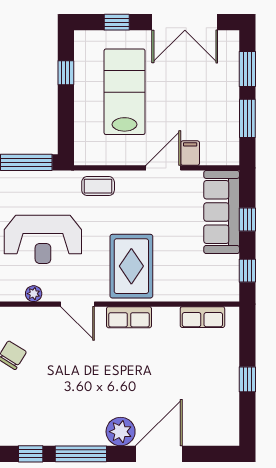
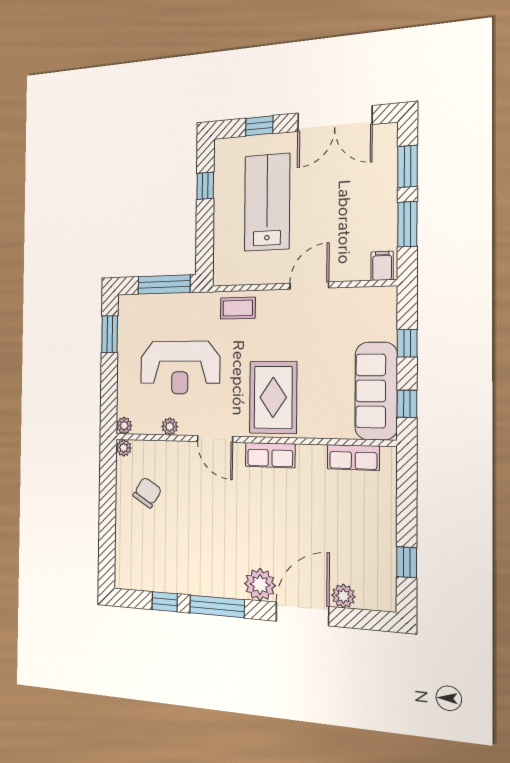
filing cabinet: (190, 153) -> (382, 266), moved
sofa: (222, 212) -> (376, 391), moved
window: (247, 379) -> (407, 562), moved
plant: (194, 436) -> (343, 596), added

